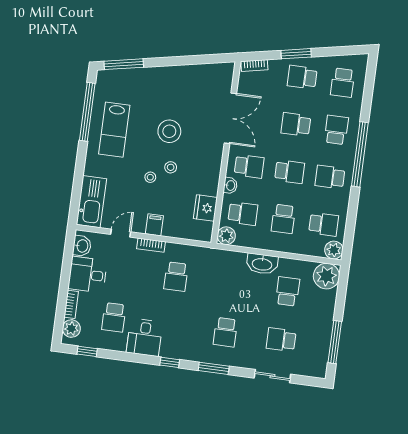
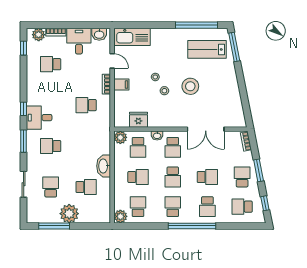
window: (342, 51) -> (265, 203), added
school desk: (296, 124) -> (207, 177), turned 90
lab bench: (114, 130) -> (207, 49), moved
school desk: (336, 130) -> (207, 207), turned 90
school desk: (283, 219) -> (138, 177), turned 180
school desk: (324, 224) -> (138, 207), turned 180
plant: (326, 276) -> (69, 214), moved
desk: (144, 337) -> (39, 118), moved

